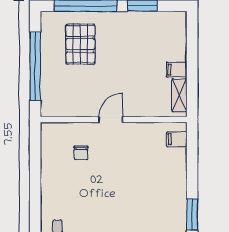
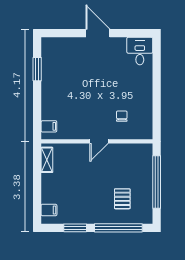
pallet: (80, 44) -> (122, 199), width x0.67, depth x0.71
filing cabinet: (177, 70) -> (49, 210), moved

